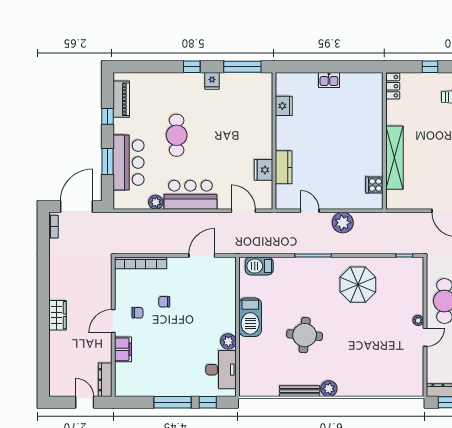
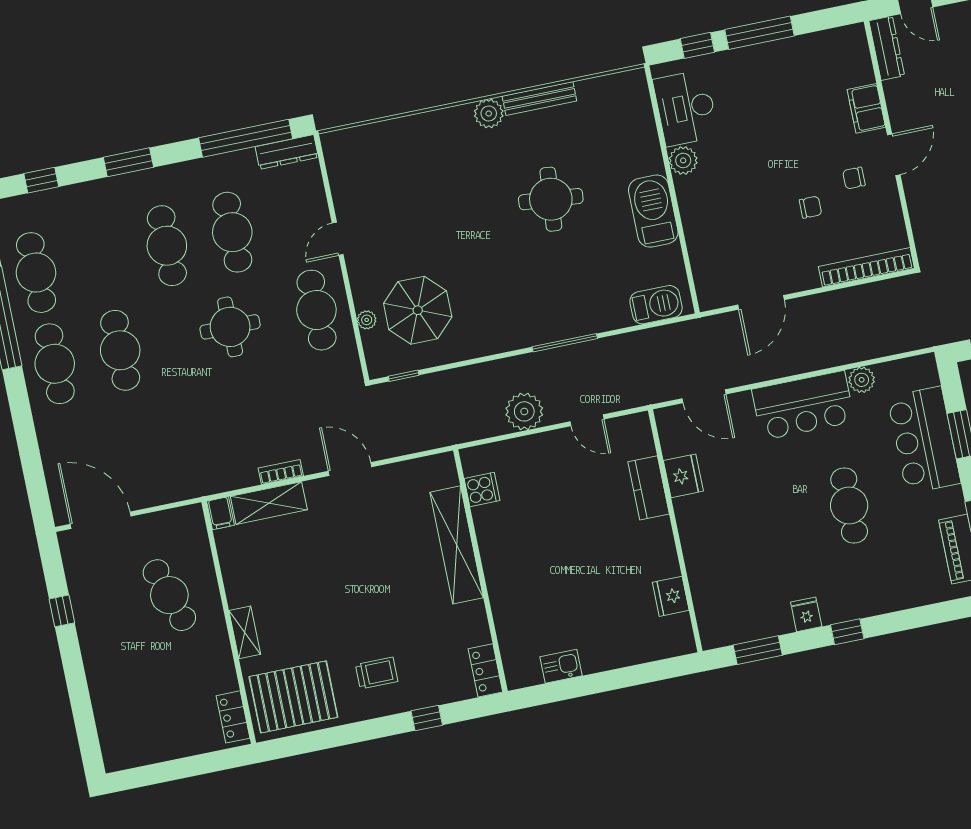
window: (242, 67) -> (758, 650), width x0.69
kitchen sink: (329, 80) -> (561, 666), moved
parasol: (358, 285) -> (418, 310), moved
plant: (418, 320) -> (367, 320), moved

